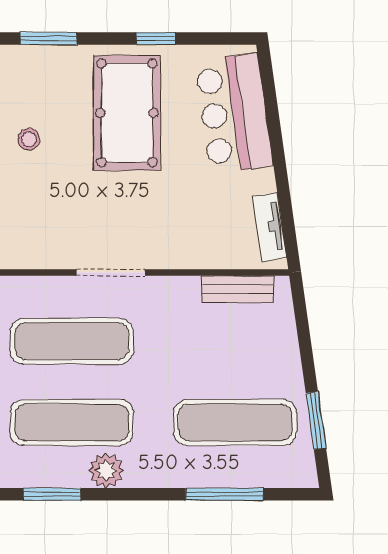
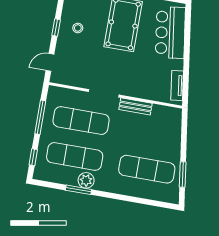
bench: (237, 289) -> (136, 106), moved
window: (52, 494) -> (78, 190), moved
window: (224, 494) -> (137, 200), removed

